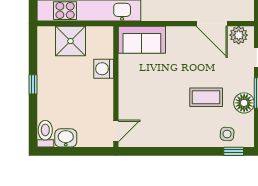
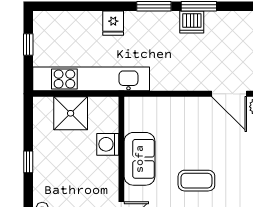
sofa: (142, 40) -> (140, 159), moved, turned -90
coffee table: (206, 97) -> (196, 181), moved

